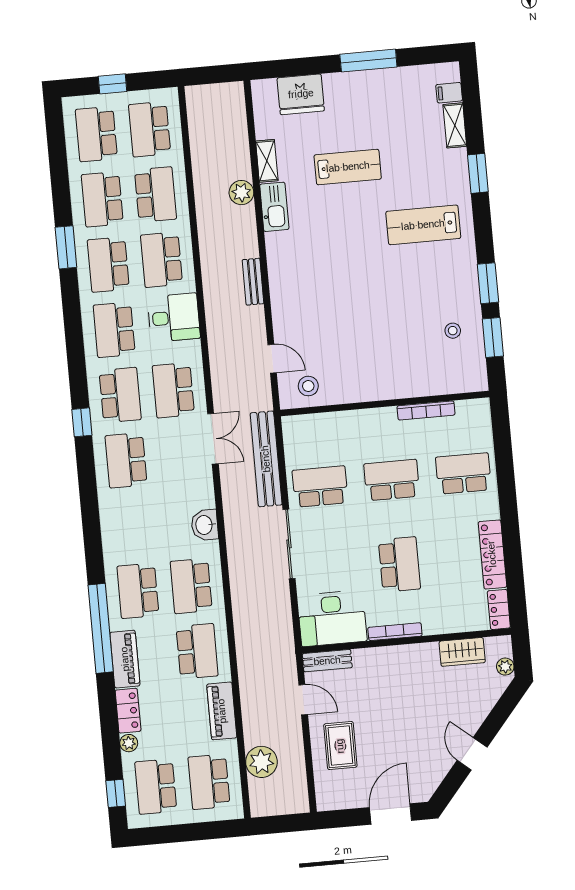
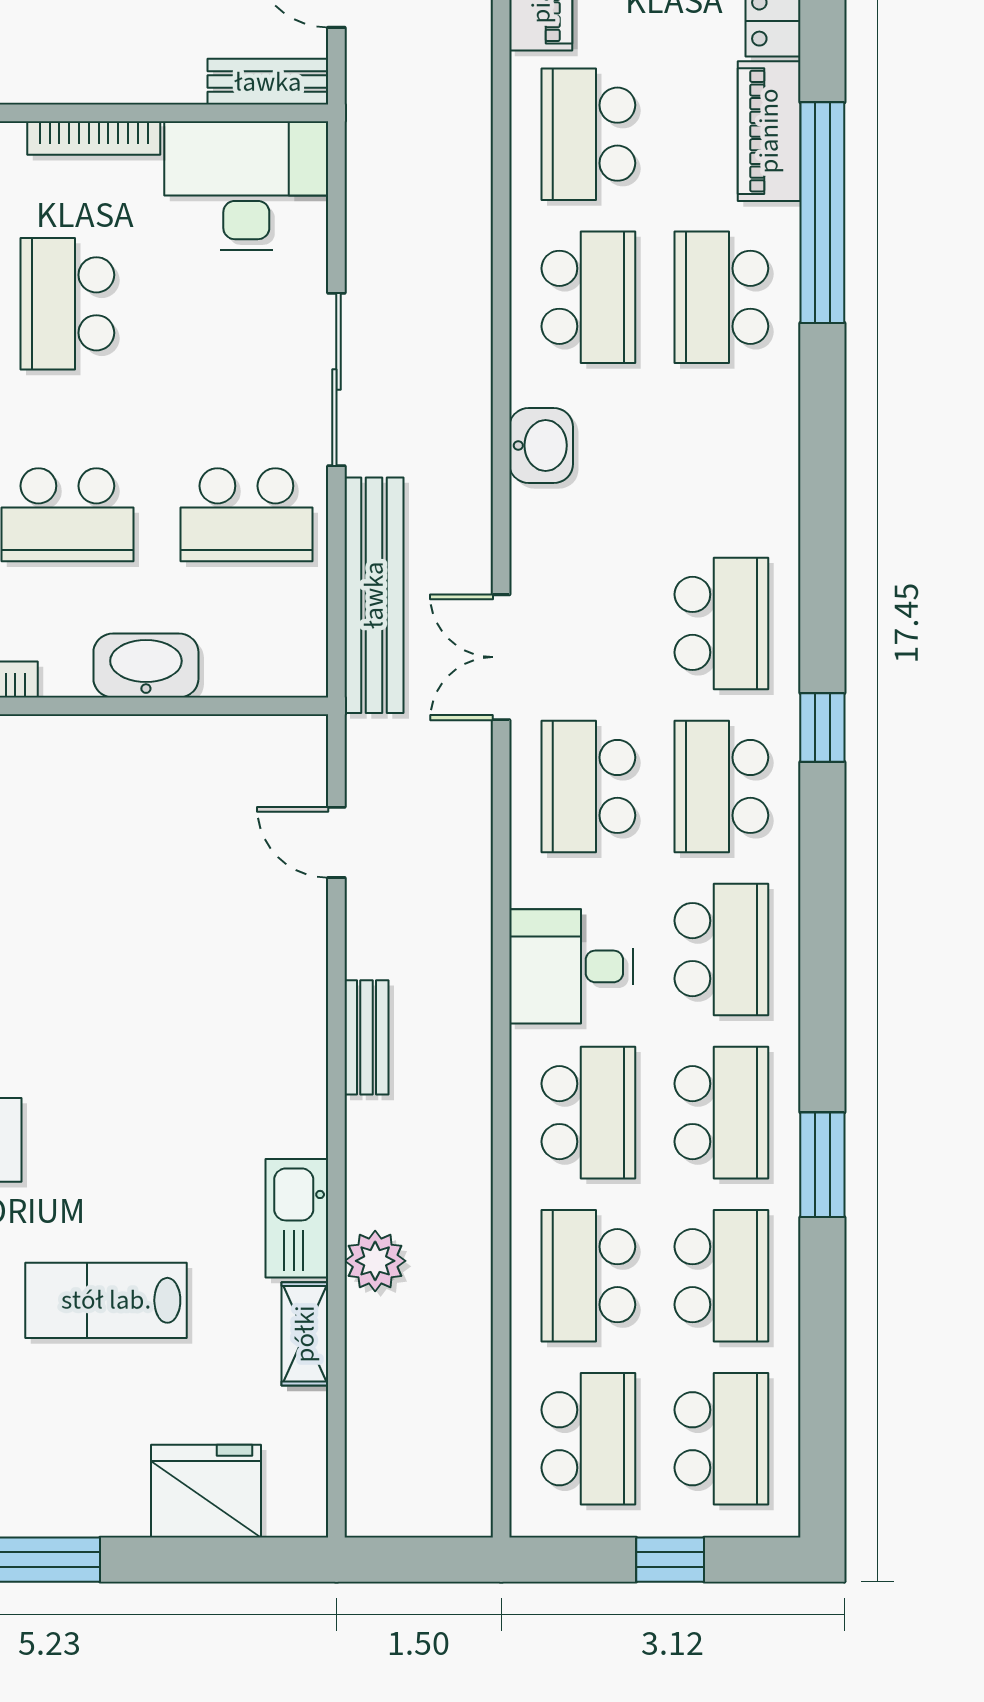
stool: (308, 386) -> (253, 766), removed
school desk: (173, 390) -> (588, 786), turned 180
washbasin: (355, 423) -> (146, 665), added
school desk: (138, 591) -> (721, 297), turned 180

